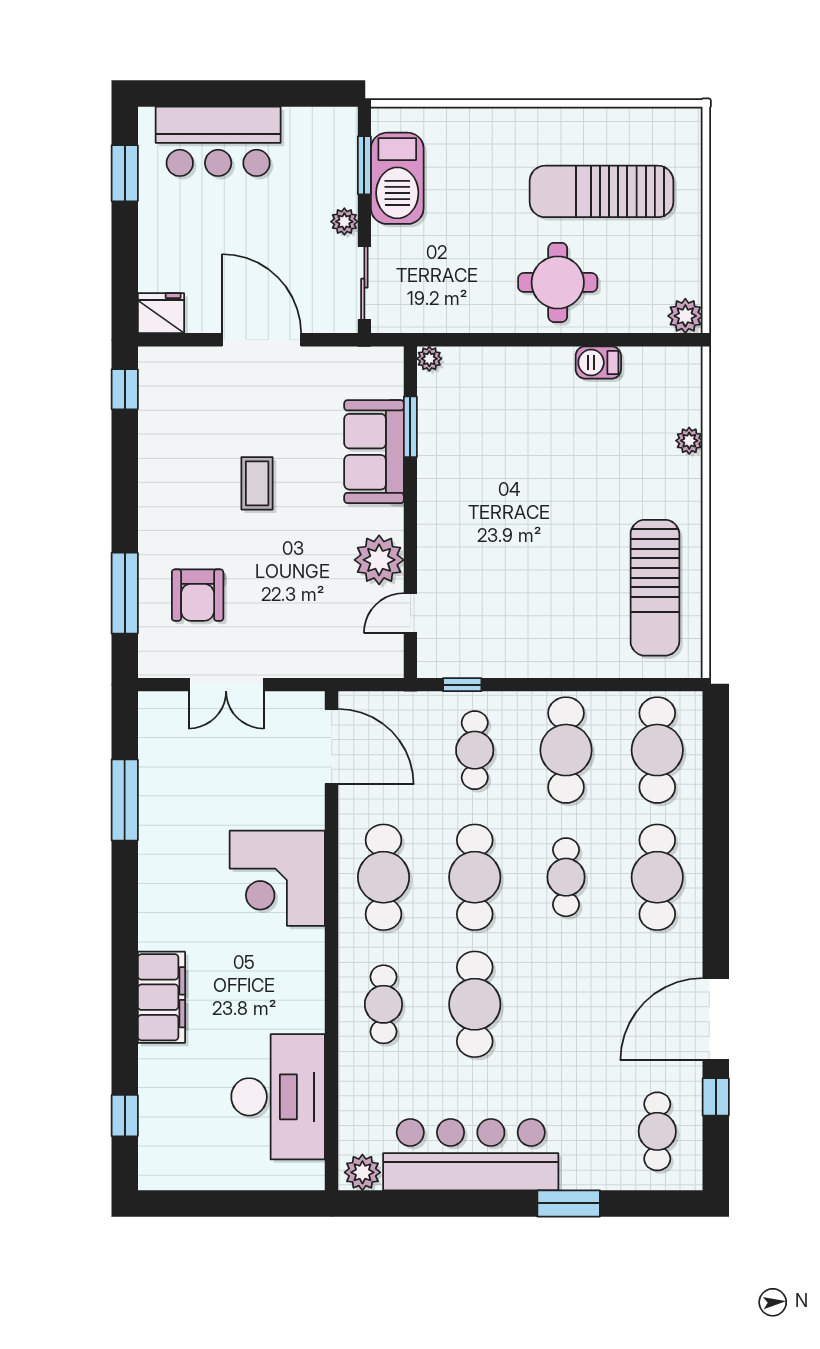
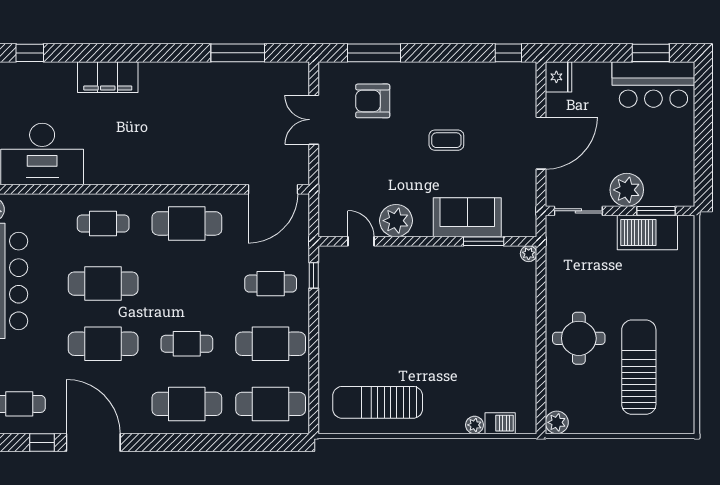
bar counter: (218, 141) -> (653, 84), moved, turned -90
plant: (344, 222) -> (627, 190), width x1.87, depth x1.87
barbecue: (598, 363) -> (500, 423), moved, turned 90
cafe table: (475, 877) -> (103, 344), moved
corner desk: (277, 878) -> (186, 154), removed

